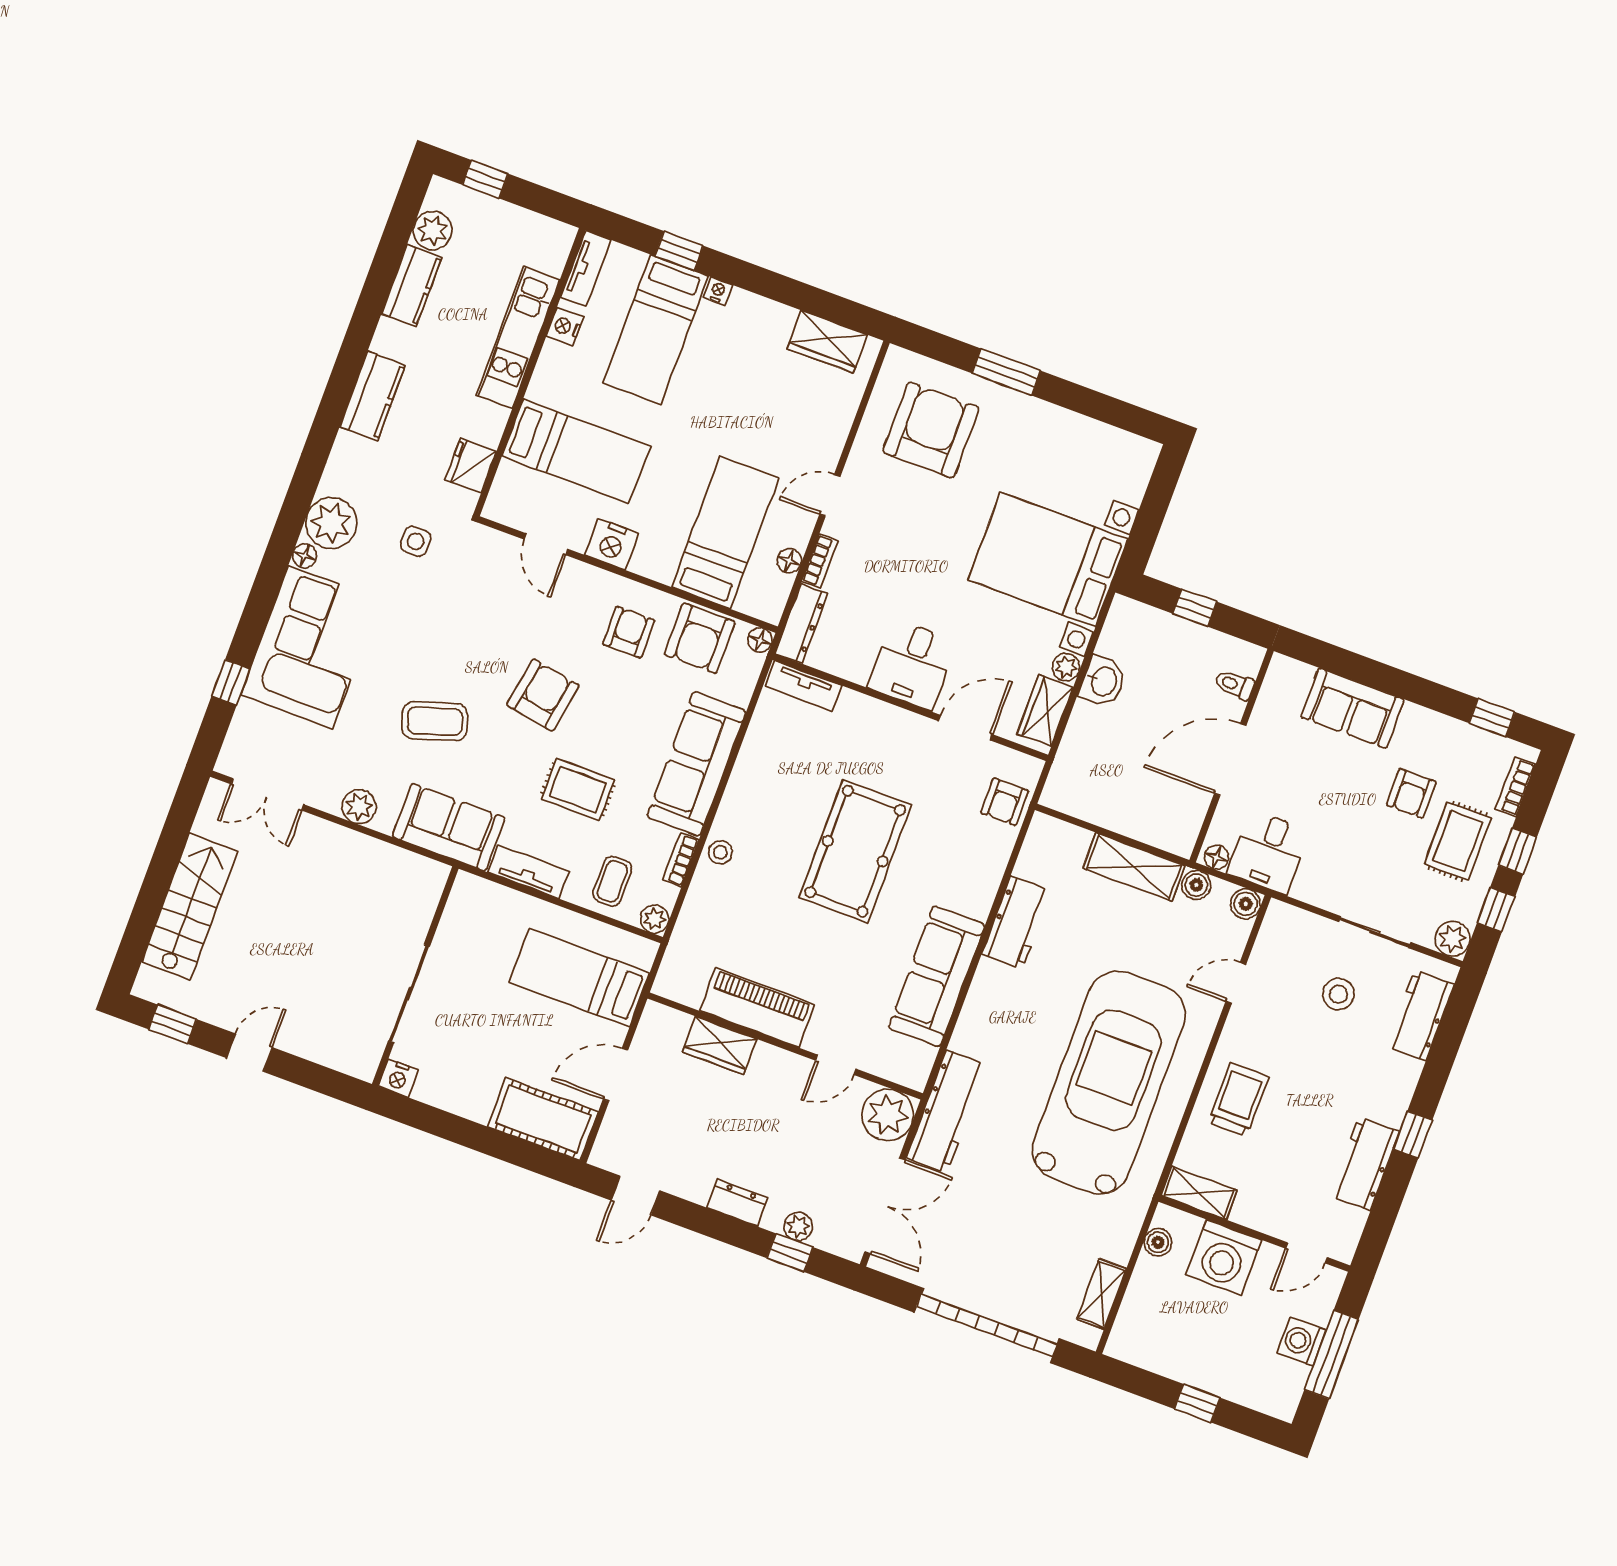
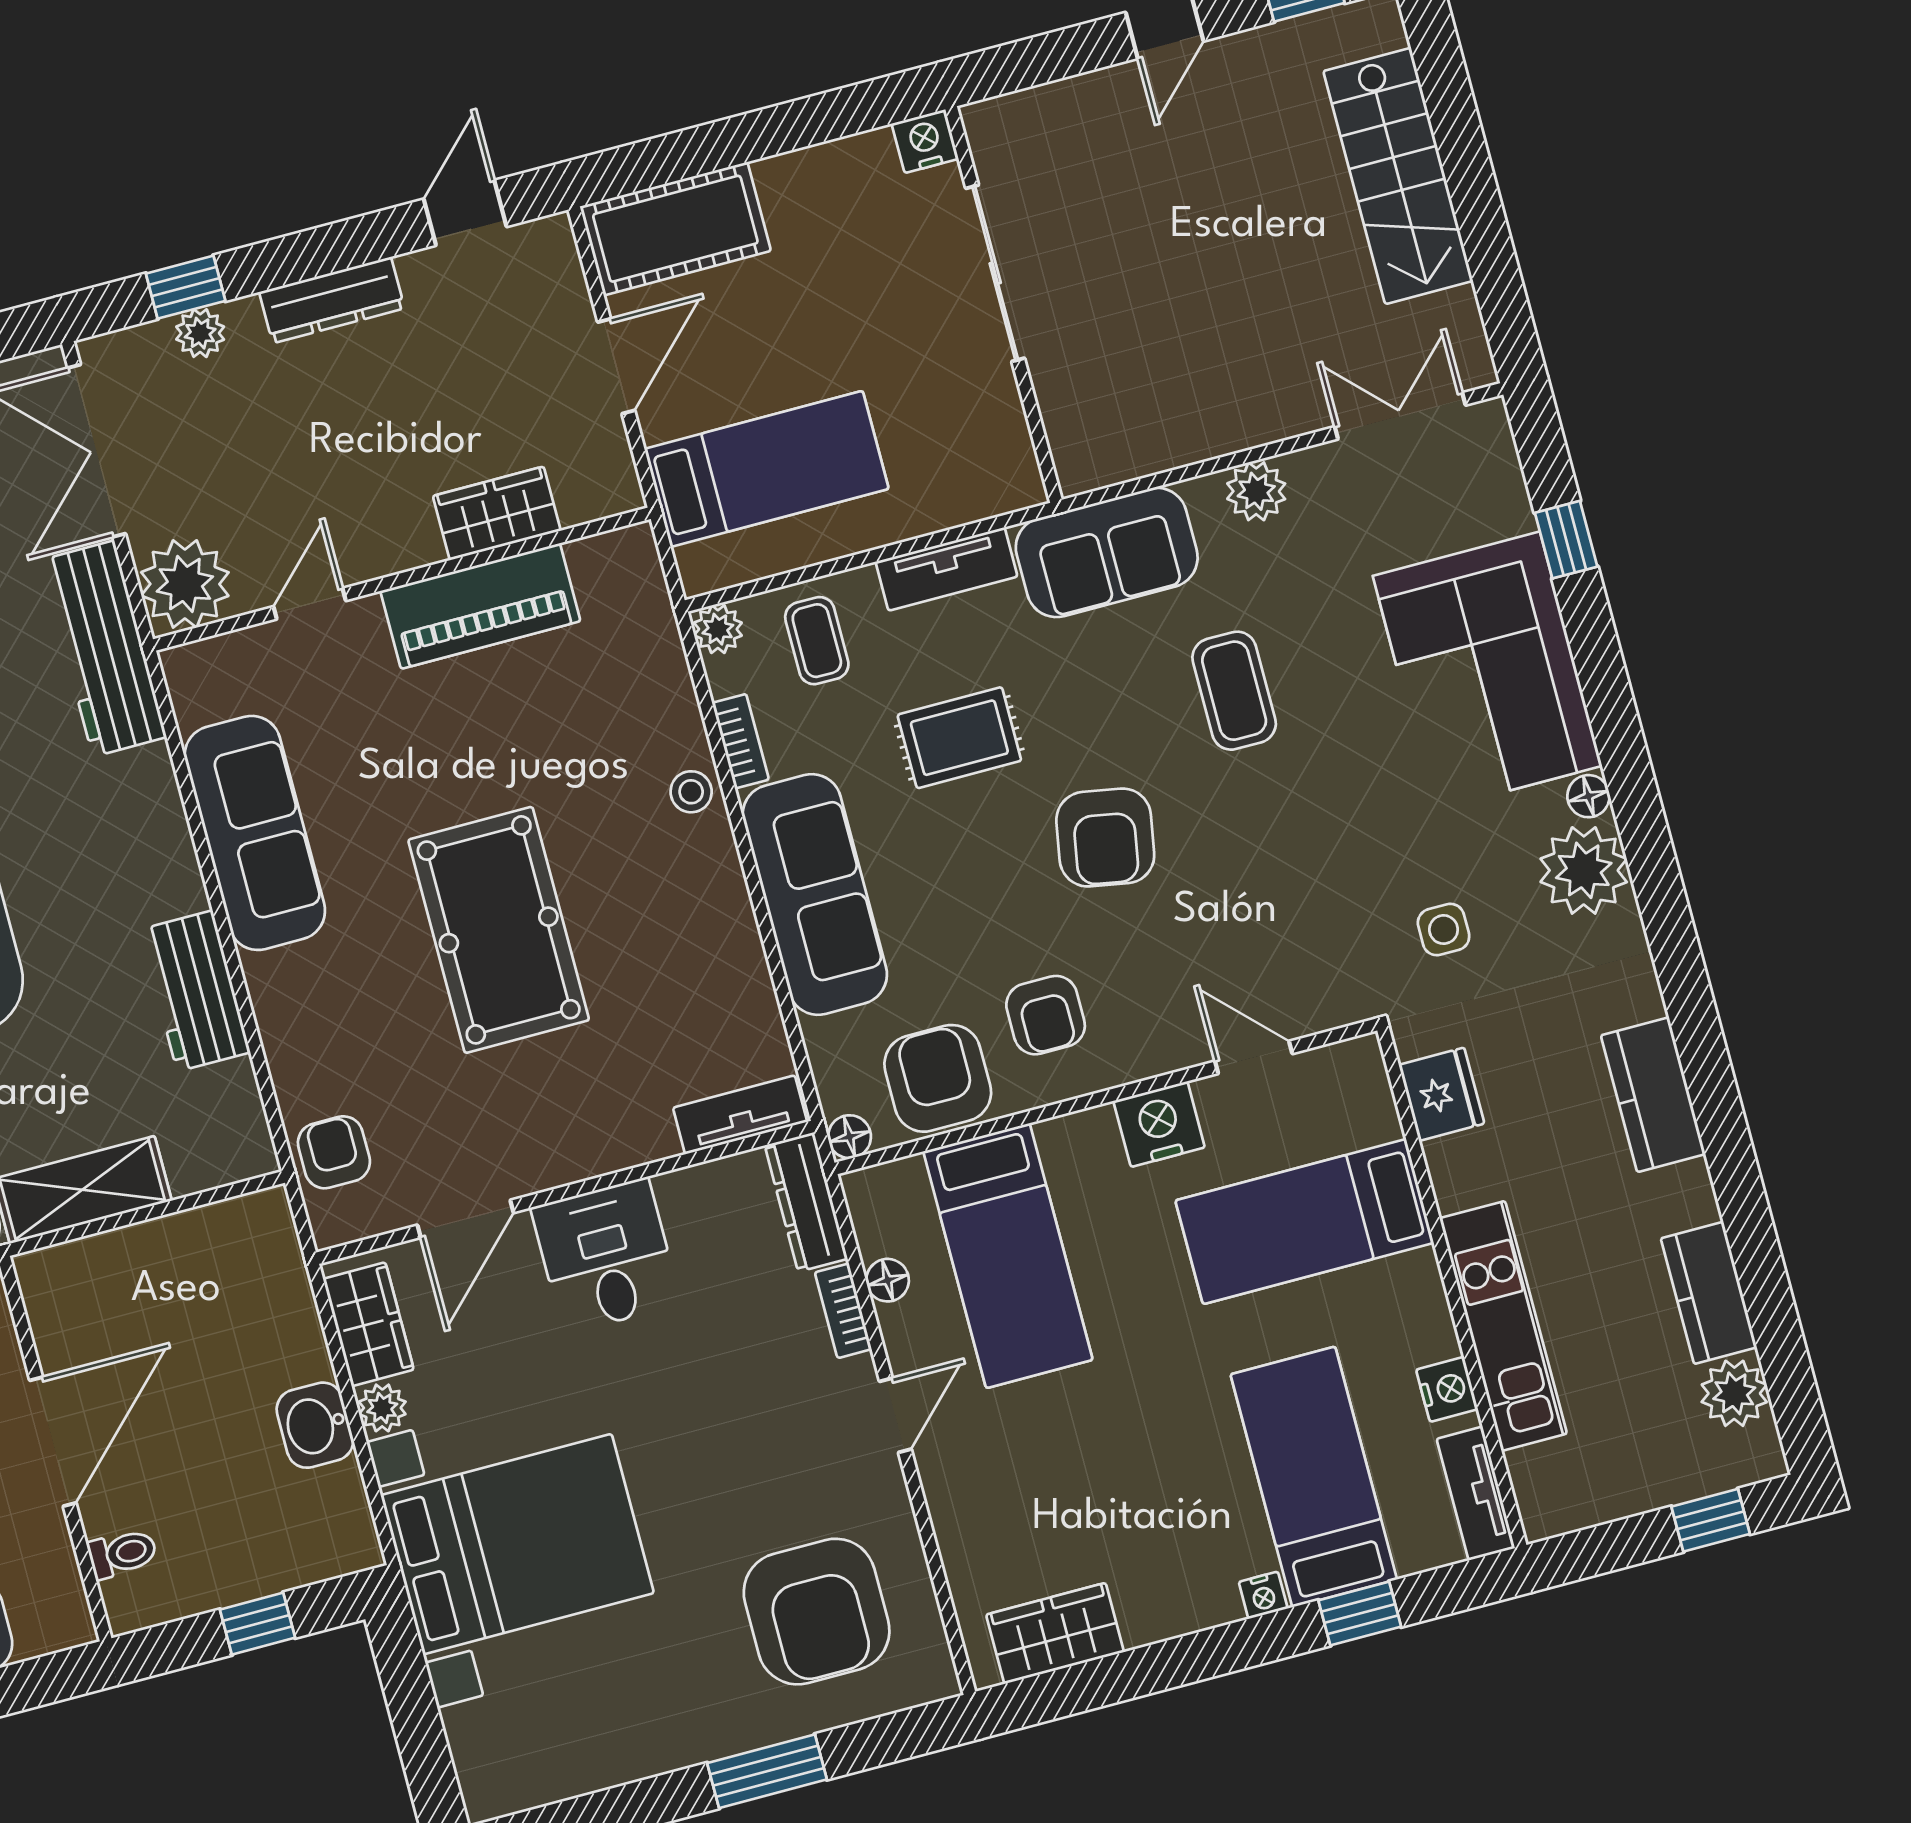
coffee table: (435, 721) -> (1234, 691), turned -72
dresser: (737, 1203) -> (332, 300), width x1.44

